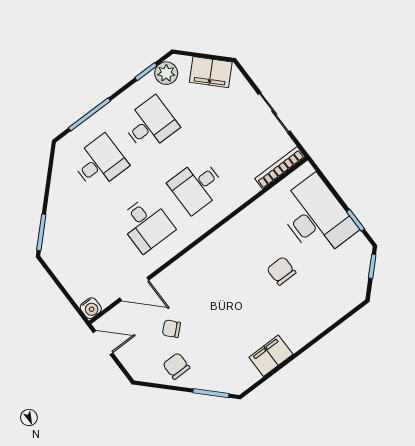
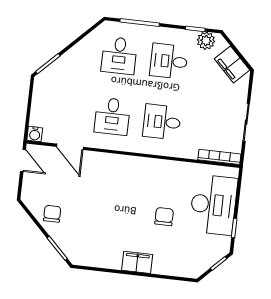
desk: (150, 124) -> (169, 61), turned 180
desk: (100, 162) -> (119, 56), turned 90
chair: (171, 329) -> (70, 190), removed
filing cabinet: (271, 356) -> (137, 262), moved

